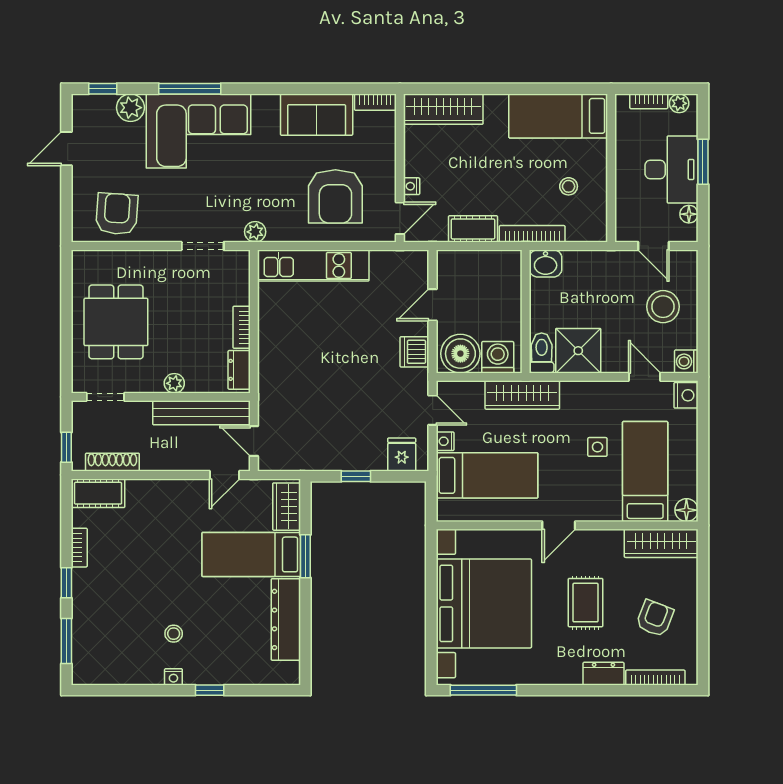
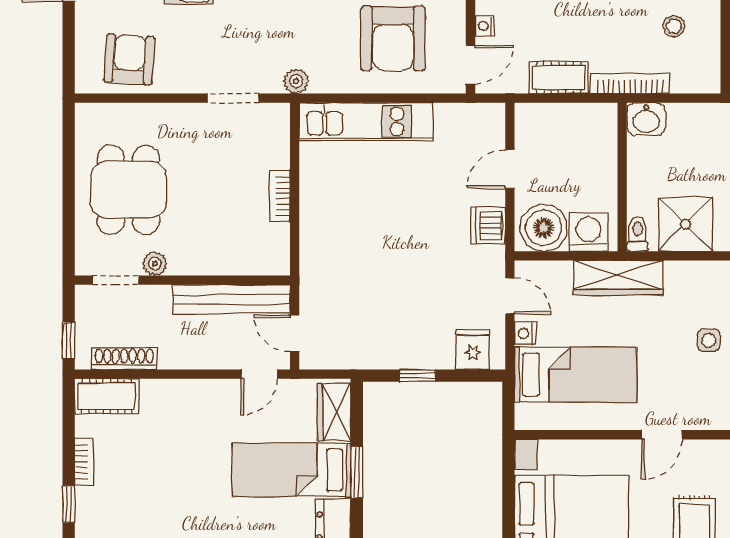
toilet: (542, 353) -> (637, 234), width x0.73, depth x0.72
dresser: (239, 370) -> (277, 247), removed
plant: (174, 383) -> (155, 264), moved

